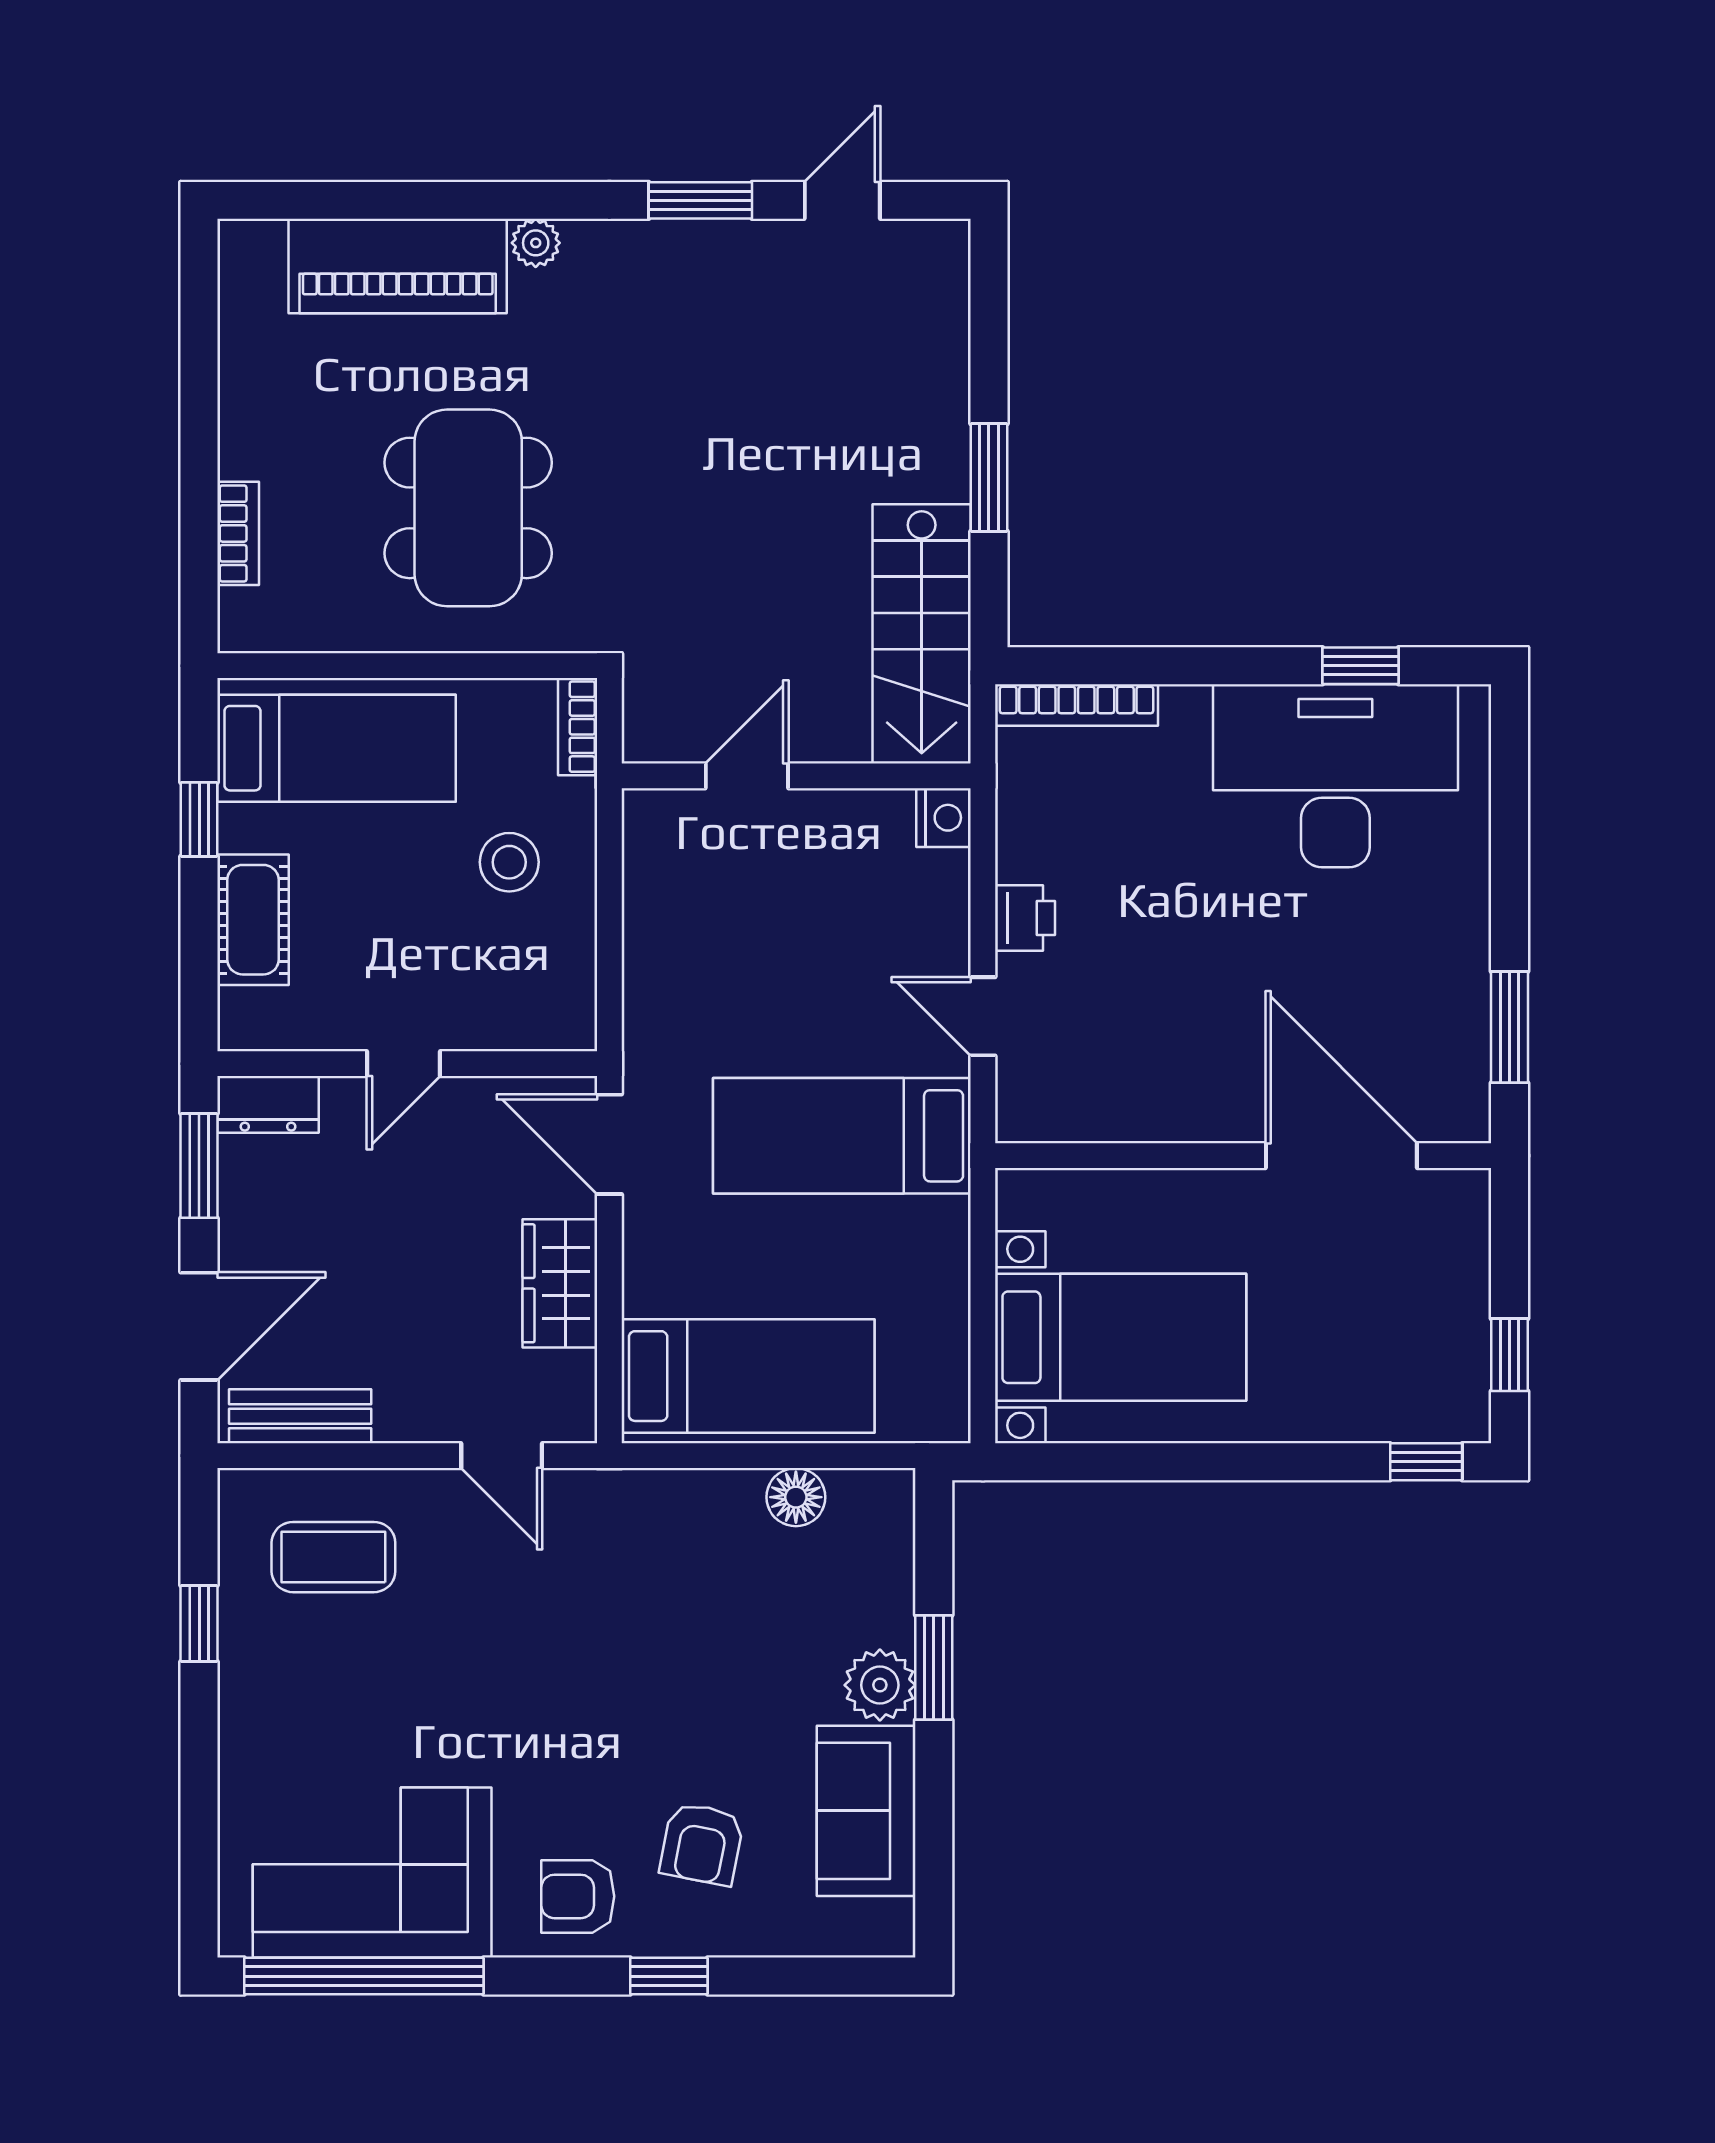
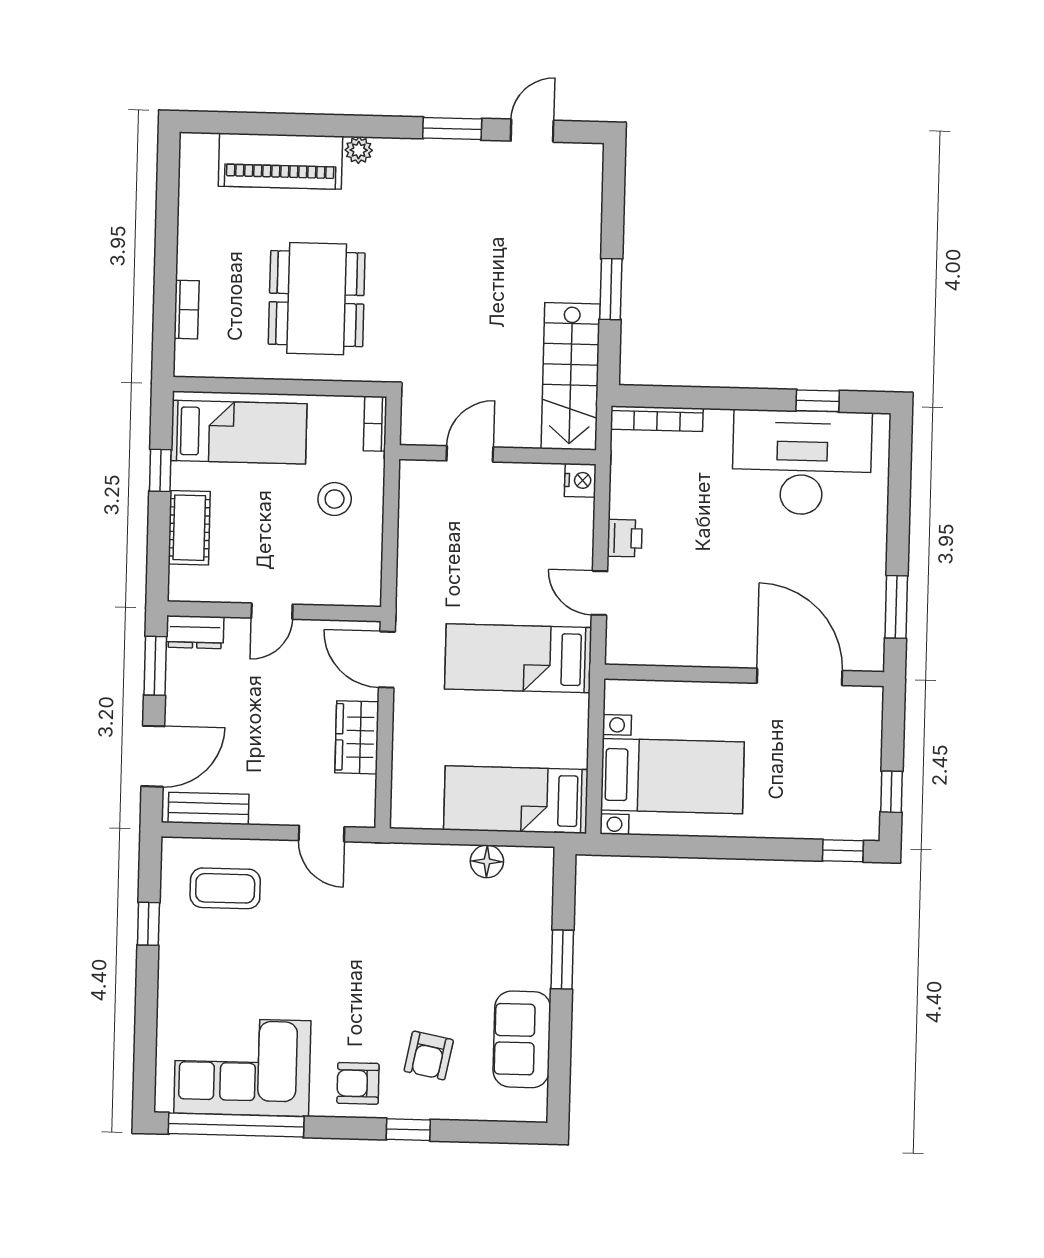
bed: (748, 1376) -> (516, 800), moved, turned 180
plant: (880, 1685) -> (531, 969), removed

